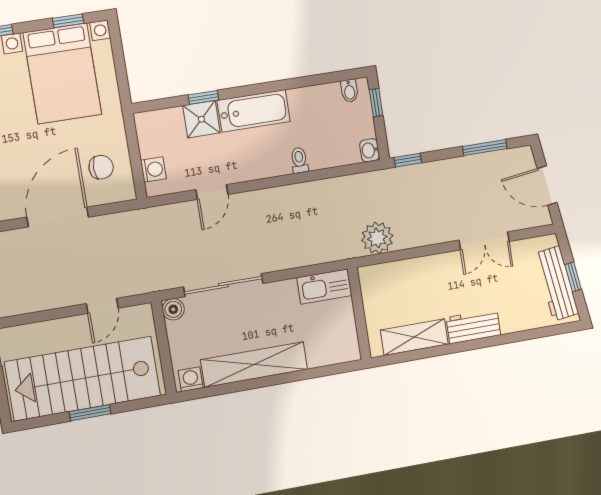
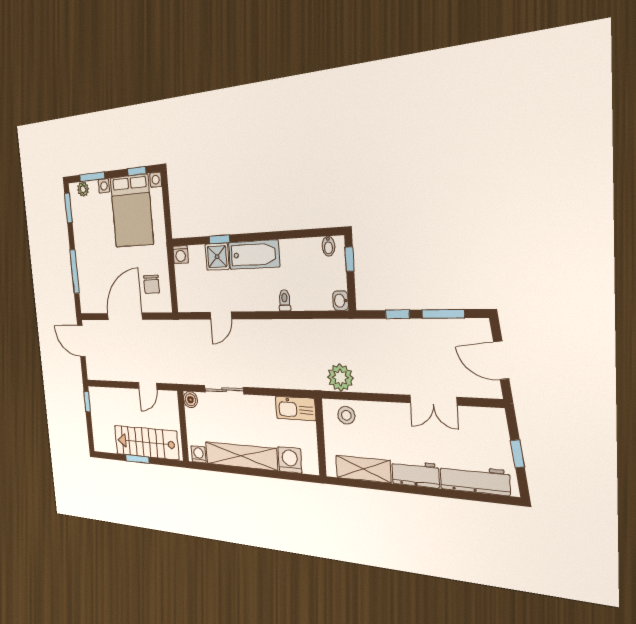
window: (408, 160) -> (397, 314), moved
chair: (101, 167) -> (152, 284), turned 90
washing machine: (153, 169) -> (181, 255), moved, turned 90
stool: (388, 280) -> (346, 415), added
workbench: (557, 283) -> (474, 480), moved, turned 98
sliding door: (223, 285) -> (224, 390), width x0.73
washing machine: (322, 351) -> (290, 460), added
stairs: (83, 379) -> (146, 442), width x0.73, depth x0.66

